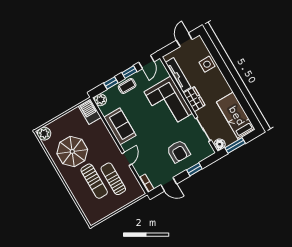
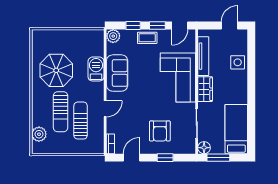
barbecue: (90, 112) -> (96, 69), moved
plant: (44, 134) -> (39, 134), moved
door: (169, 184) -> (132, 158), swing flipped

